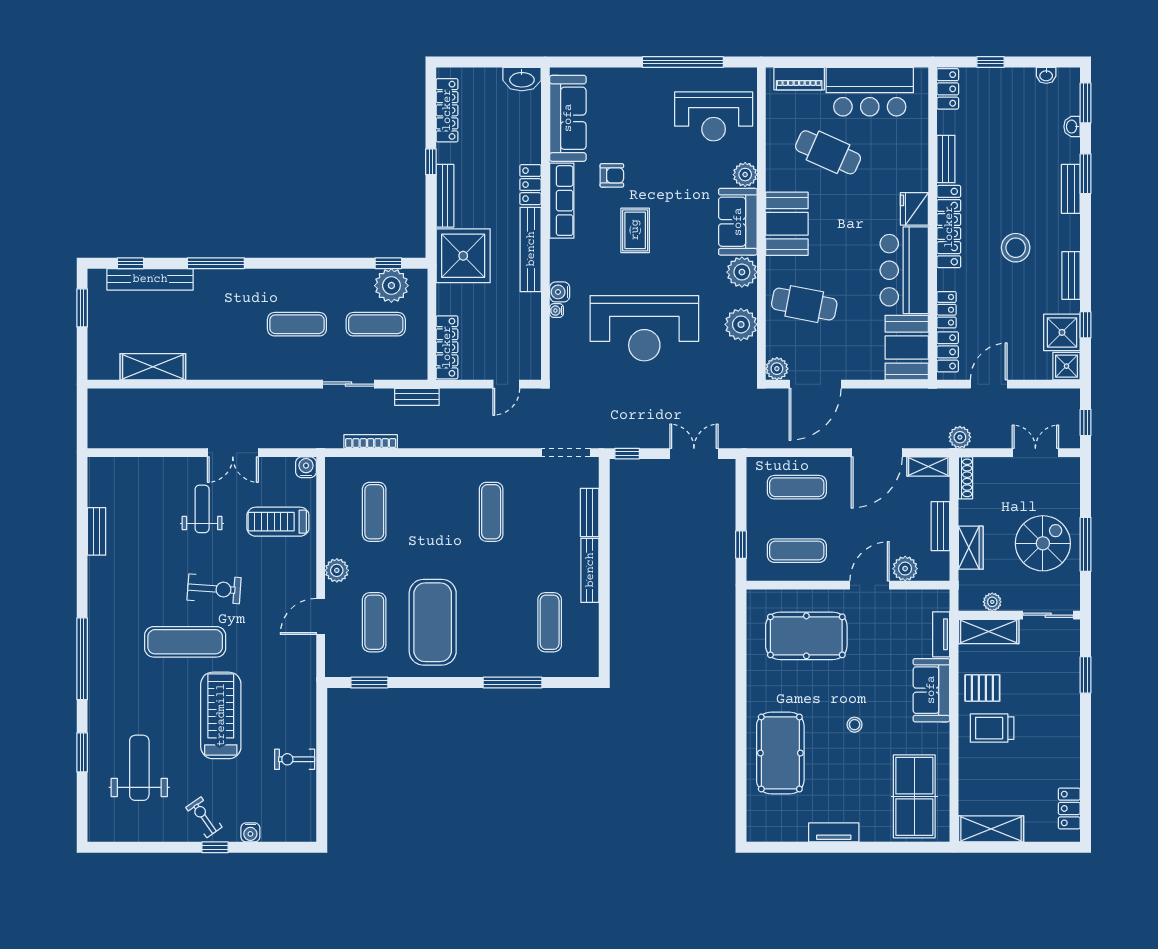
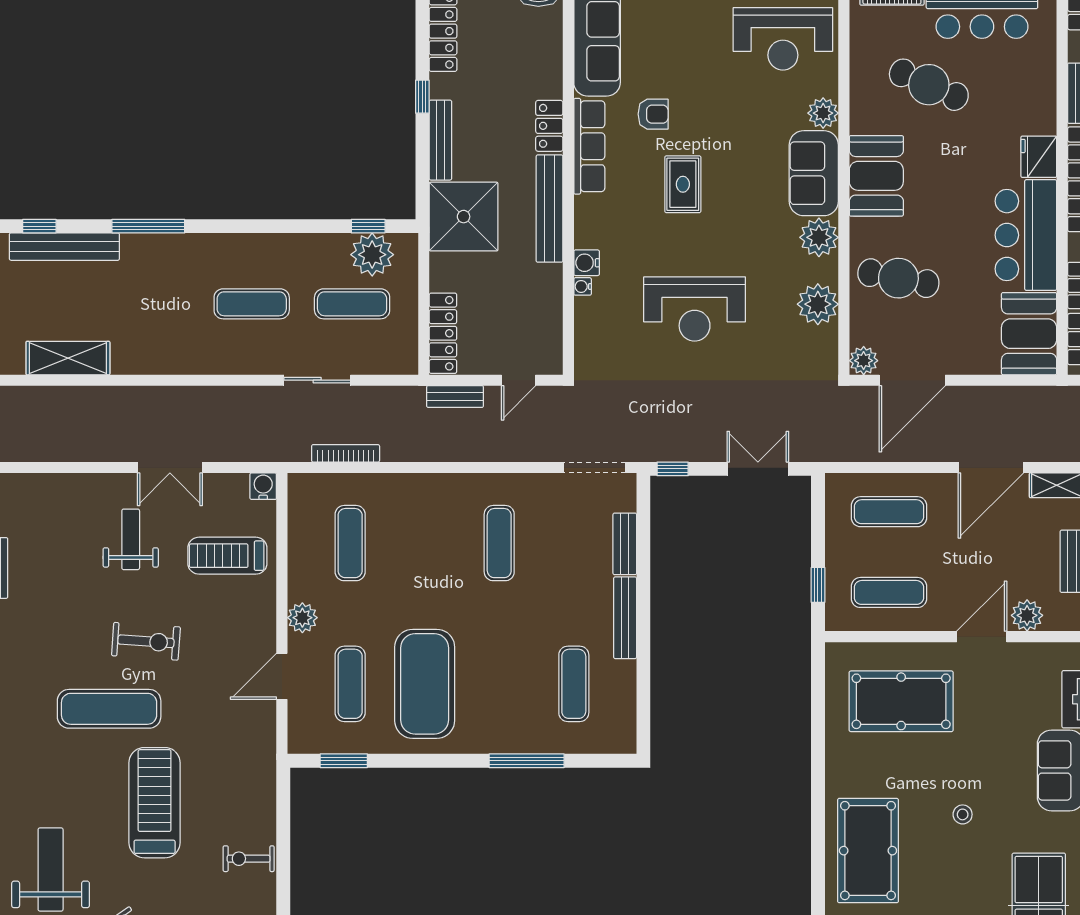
reception desk: (644, 328) -> (695, 309), width x0.74, depth x0.77
bench: (417, 397) -> (455, 397), moved

